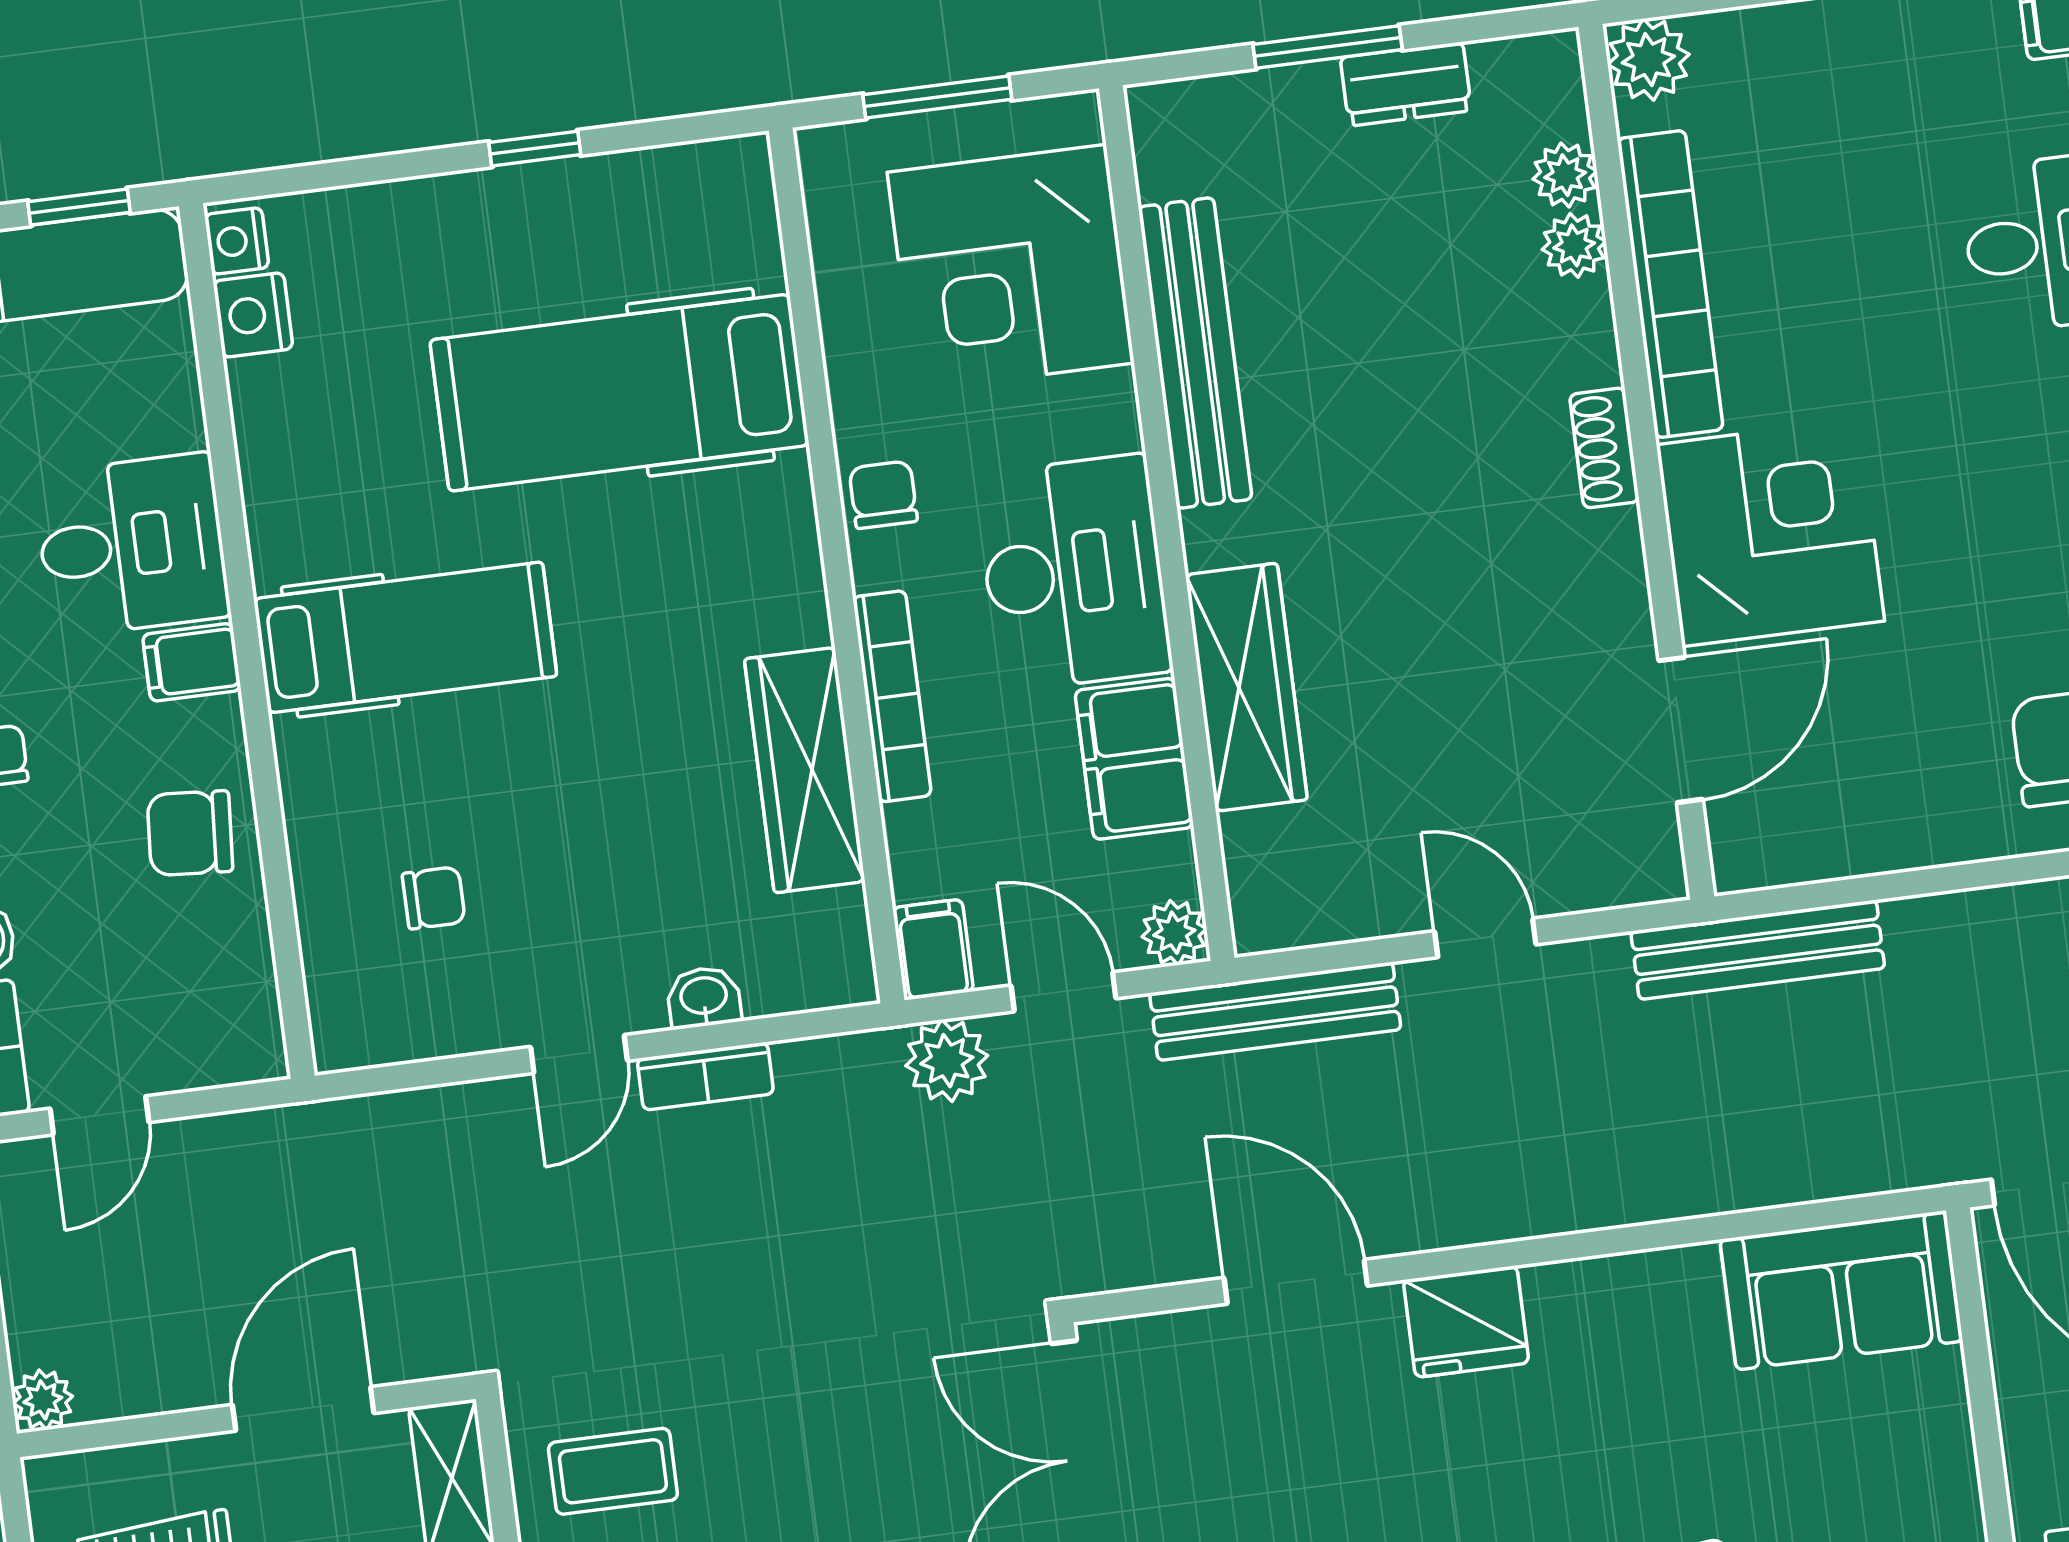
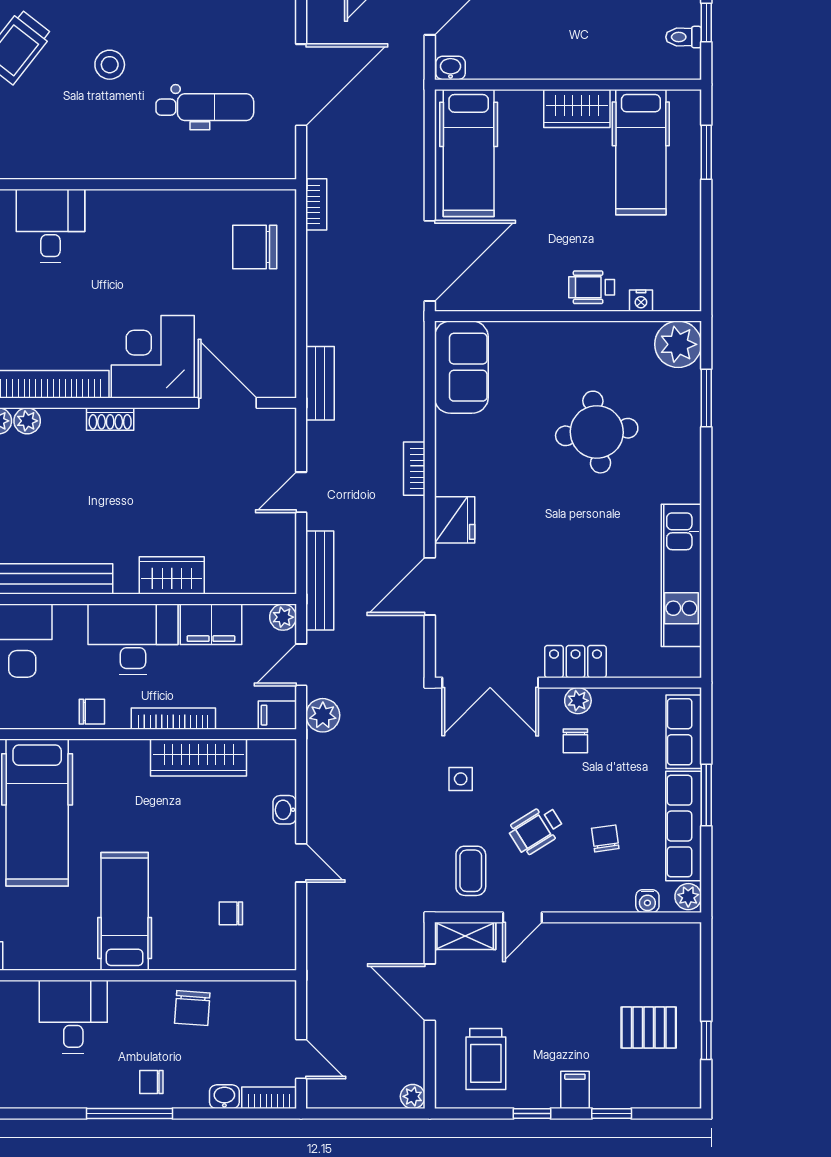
chair: (883, 495) -> (92, 712), turned 180
filing cabinet: (192, 662) -> (124, 999), removed
wardrobe: (1246, 687) -> (172, 575), width x0.67
chair: (434, 898) -> (231, 913), turned -90
bench: (1758, 950) -> (320, 383), width x0.73
bookcase: (705, 1076) -> (414, 469), moved, turned 180
side table: (834, 1418) -> (461, 779), added

